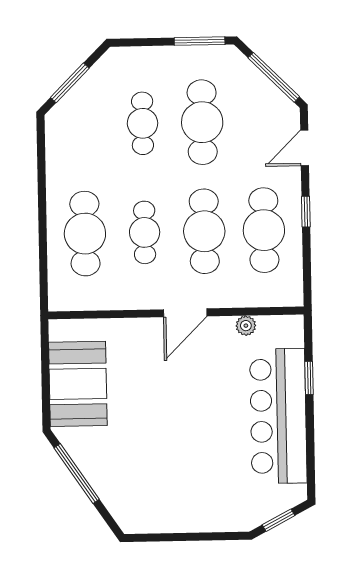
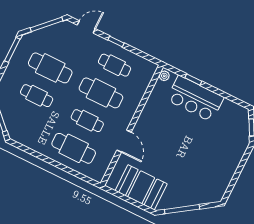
door: (305, 148) -> (86, 27), swing flipped
cafe table: (264, 230) -> (115, 65), width x0.73, depth x0.74
door: (185, 313) -> (124, 141), moved
plant: (246, 326) -> (164, 76), moved
bar counter: (278, 416) -> (195, 99), width x0.73

